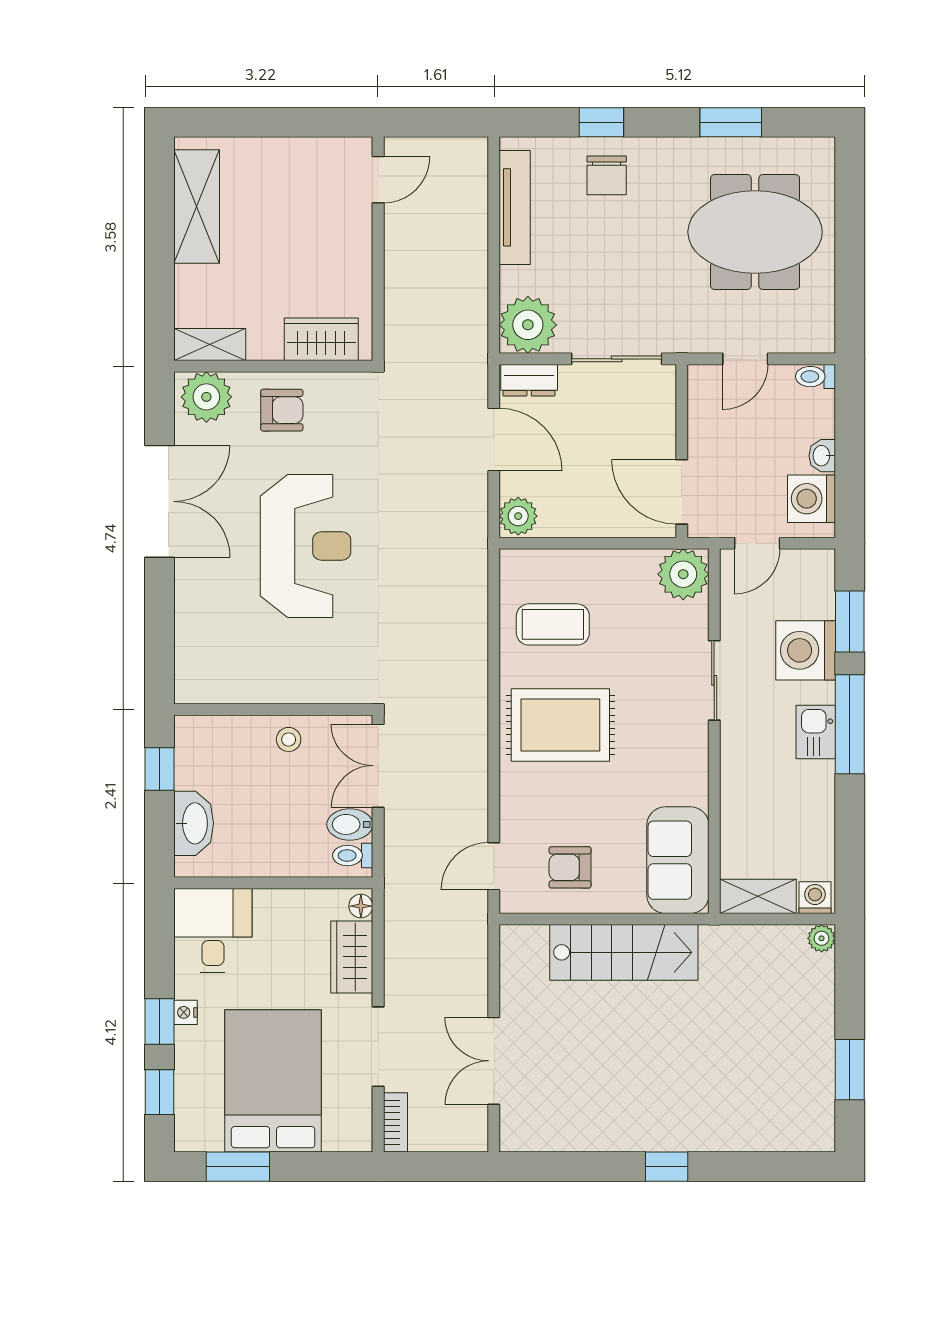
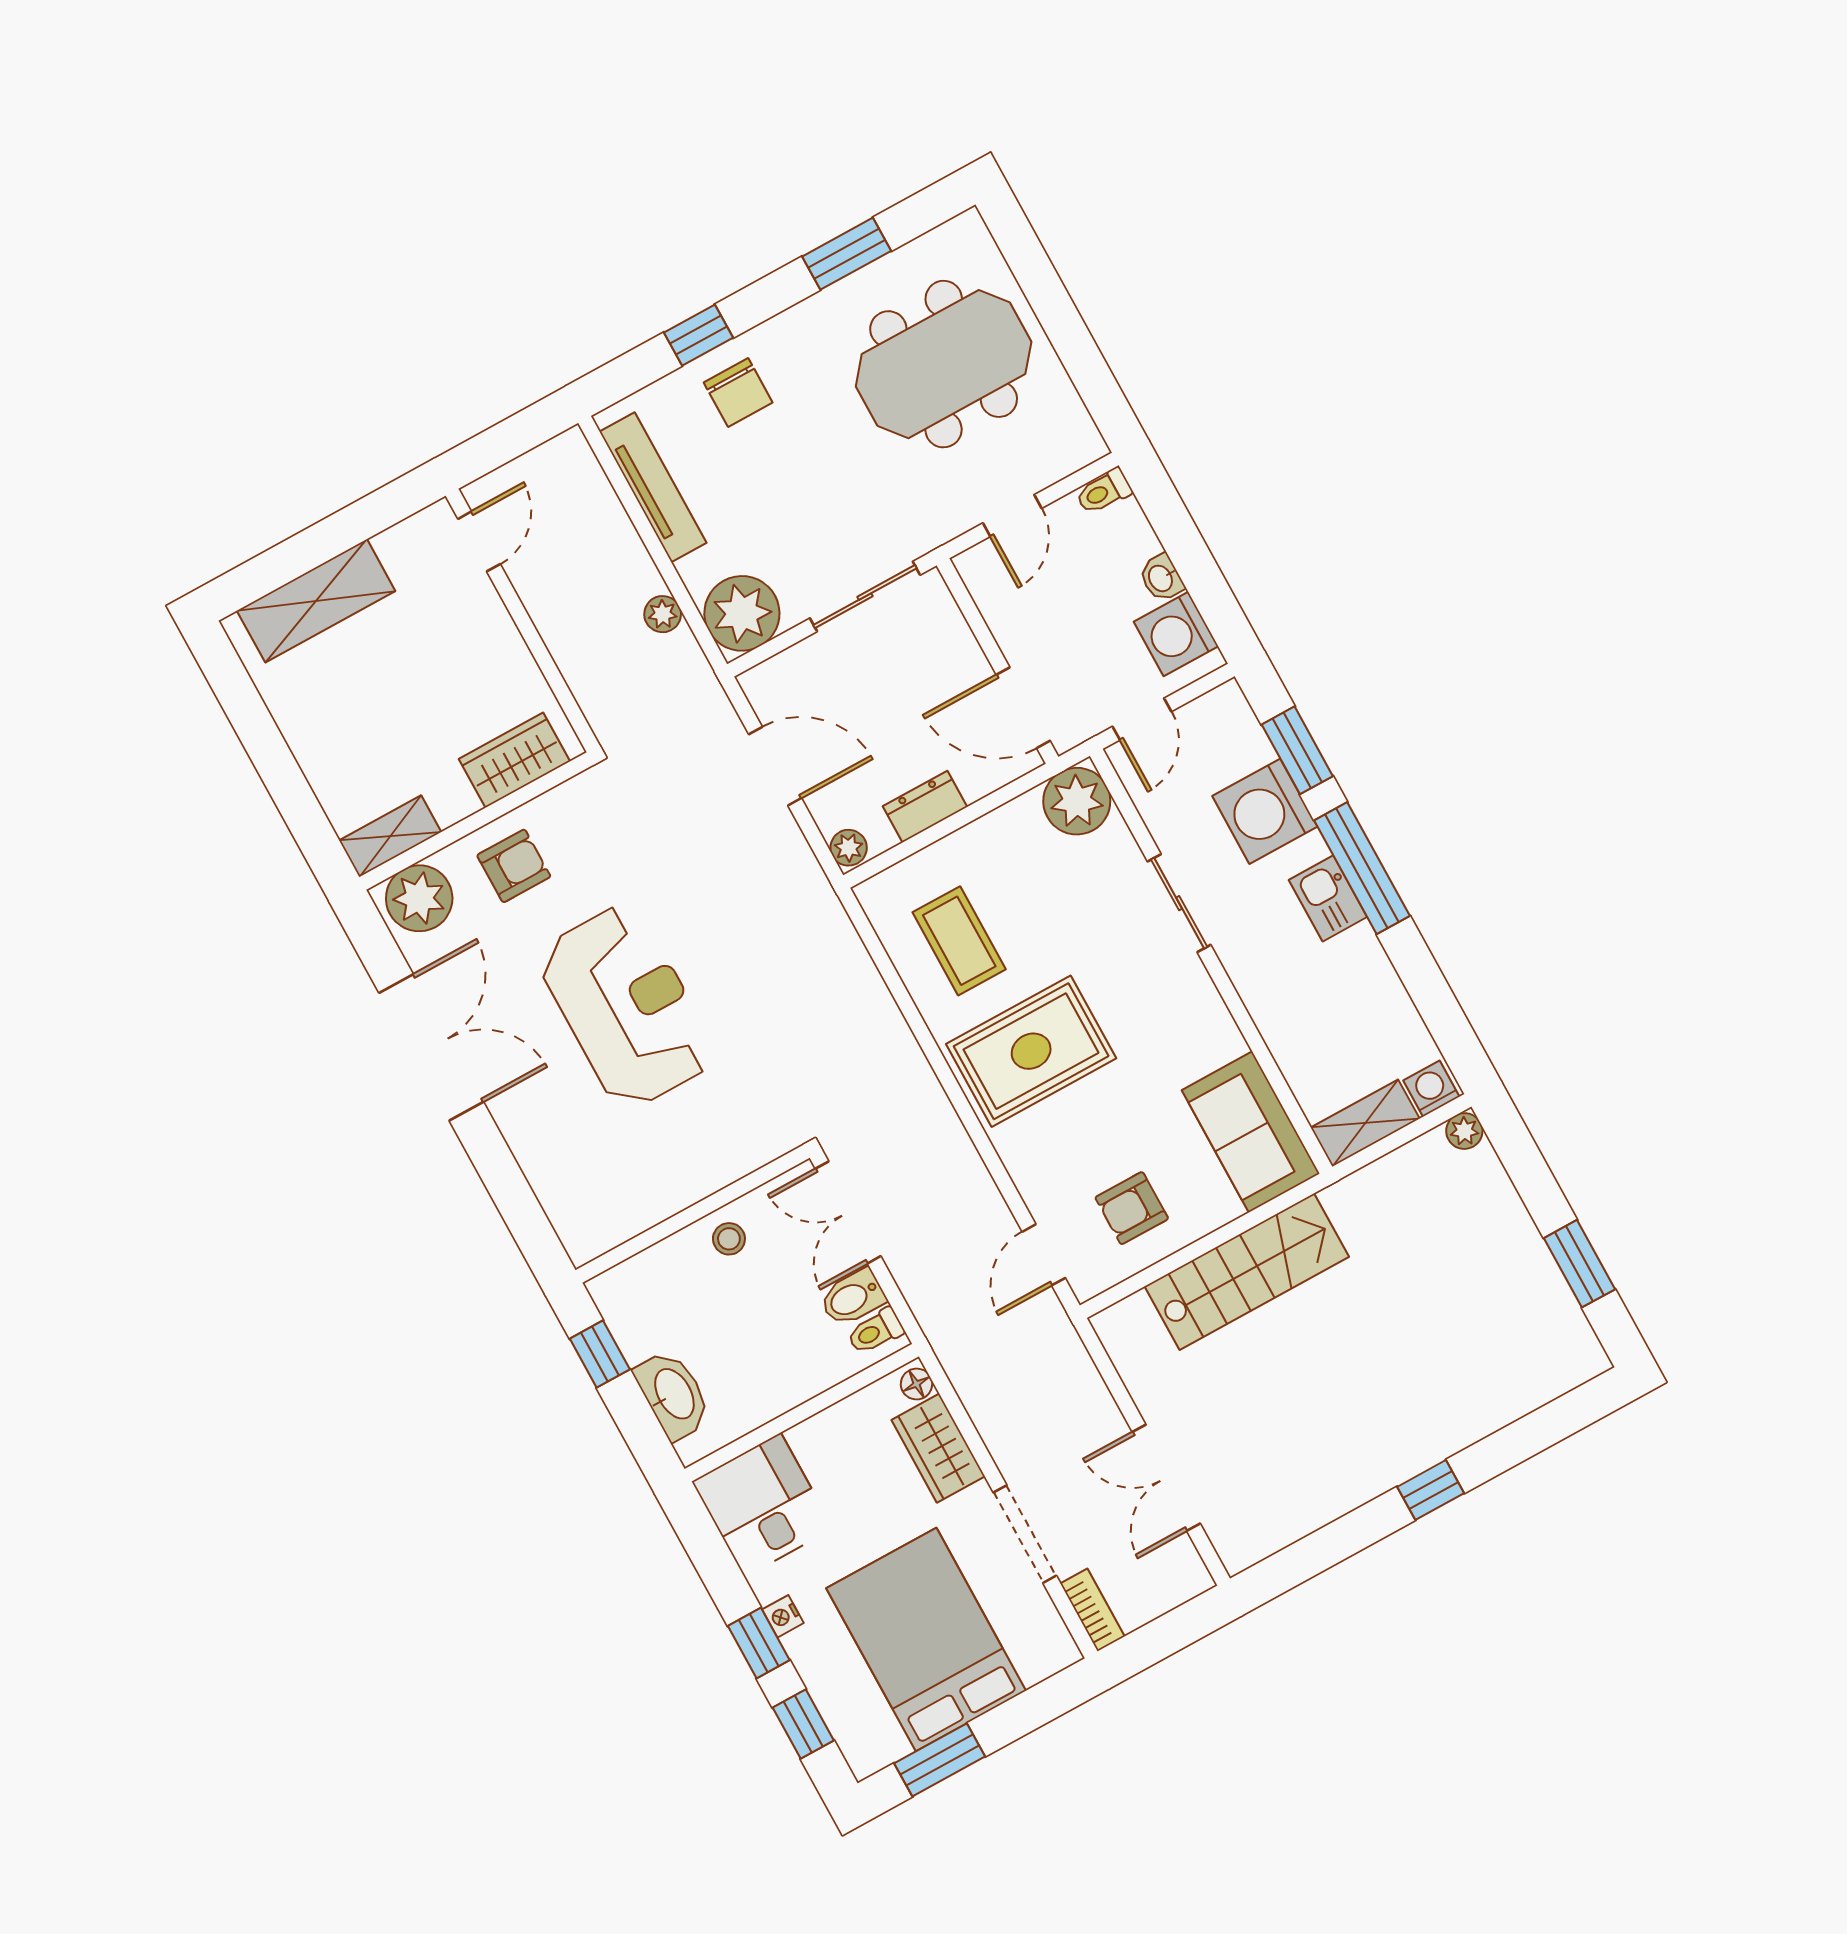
shelving: (197, 207) -> (316, 601), moved, turned 90
plant: (474, 296) -> (663, 614), added
dresser: (529, 380) -> (925, 807), moved, turned 180
plant: (518, 516) -> (849, 848), width x0.73, depth x0.73
coffee table: (553, 624) -> (959, 941), turned 90

